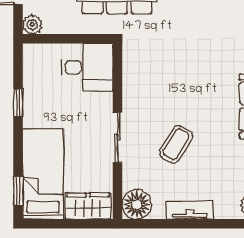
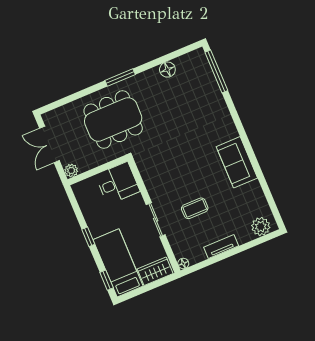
window: (18, 103) -> (88, 237), moved
coffee table: (176, 144) -> (195, 208), turned 58
floor lamp: (137, 205) -> (183, 263), width x0.53, depth x0.53

